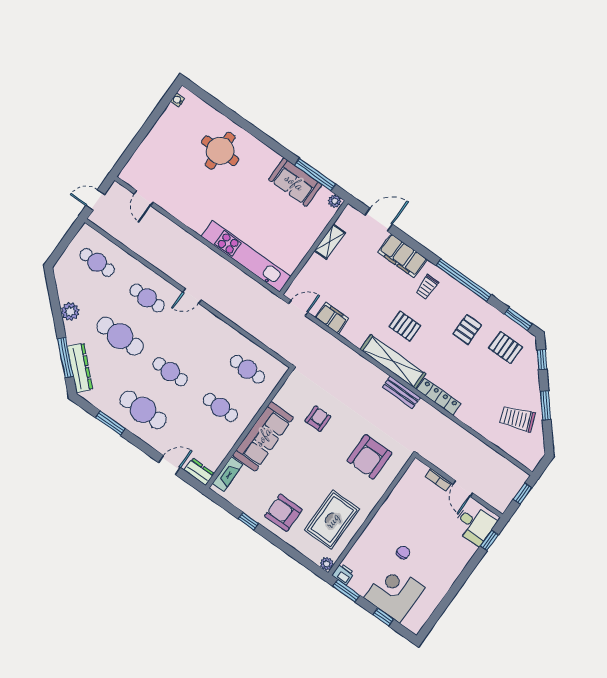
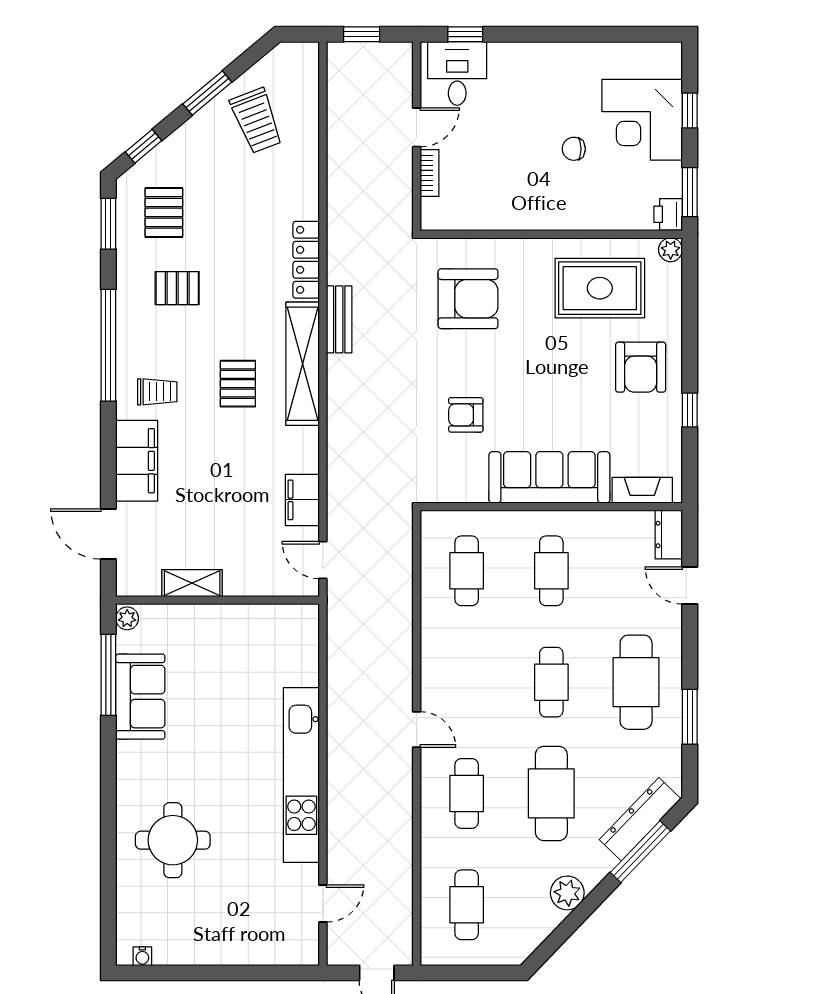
kitchen unit: (246, 256) -> (301, 775), moved

